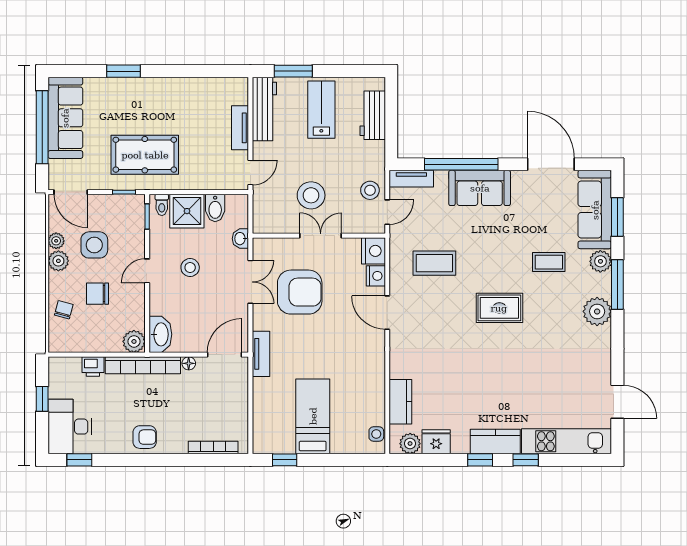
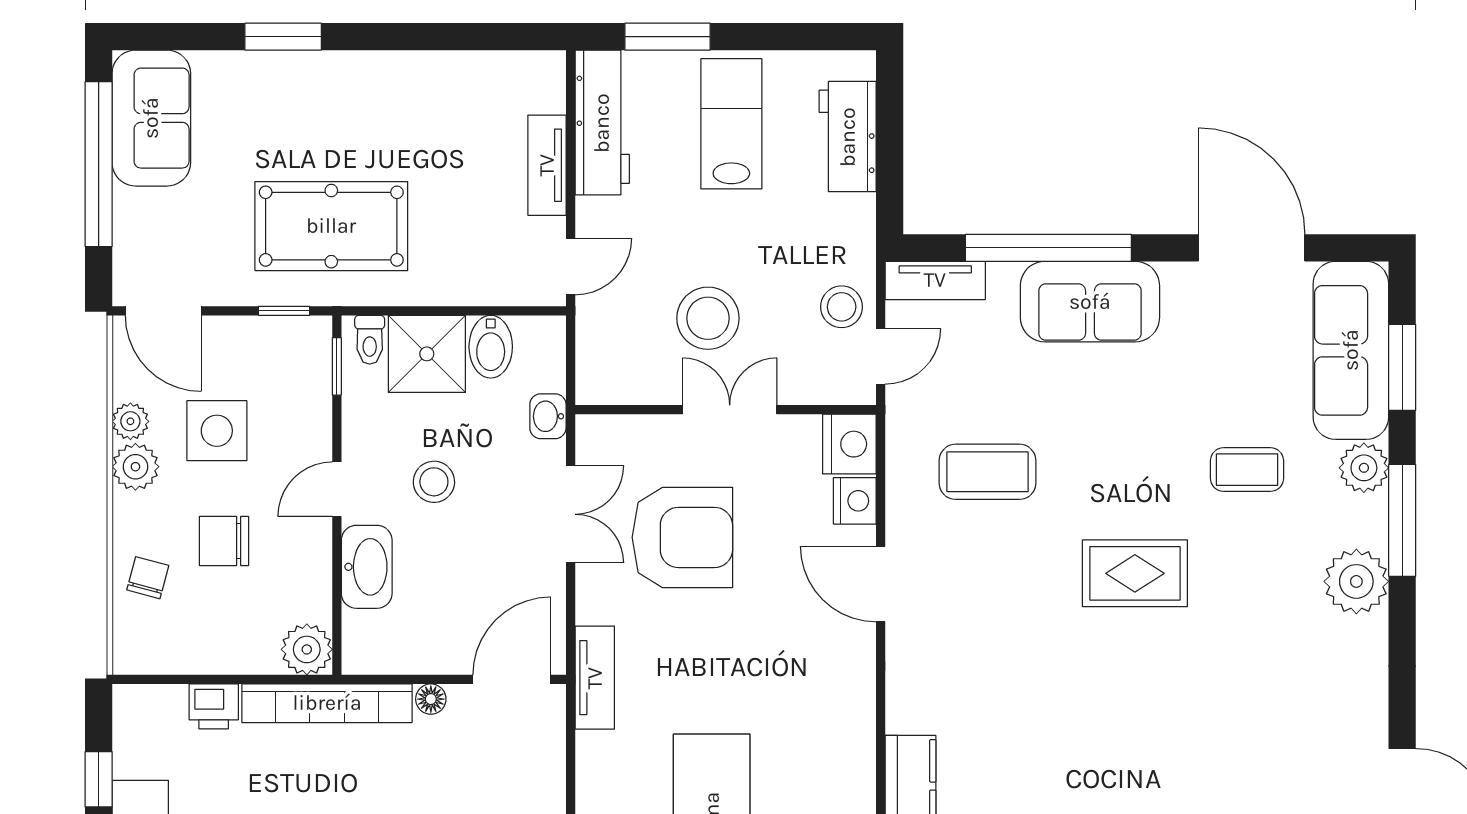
sofa: (65, 118) -> (151, 118), width x0.73
washbasin: (160, 334) -> (367, 567), moved

